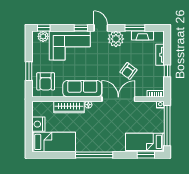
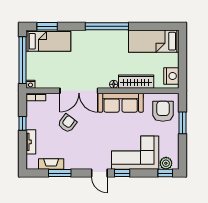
plant: (116, 39) -> (82, 160), removed
nightstand: (38, 124) -> (171, 76), moved

